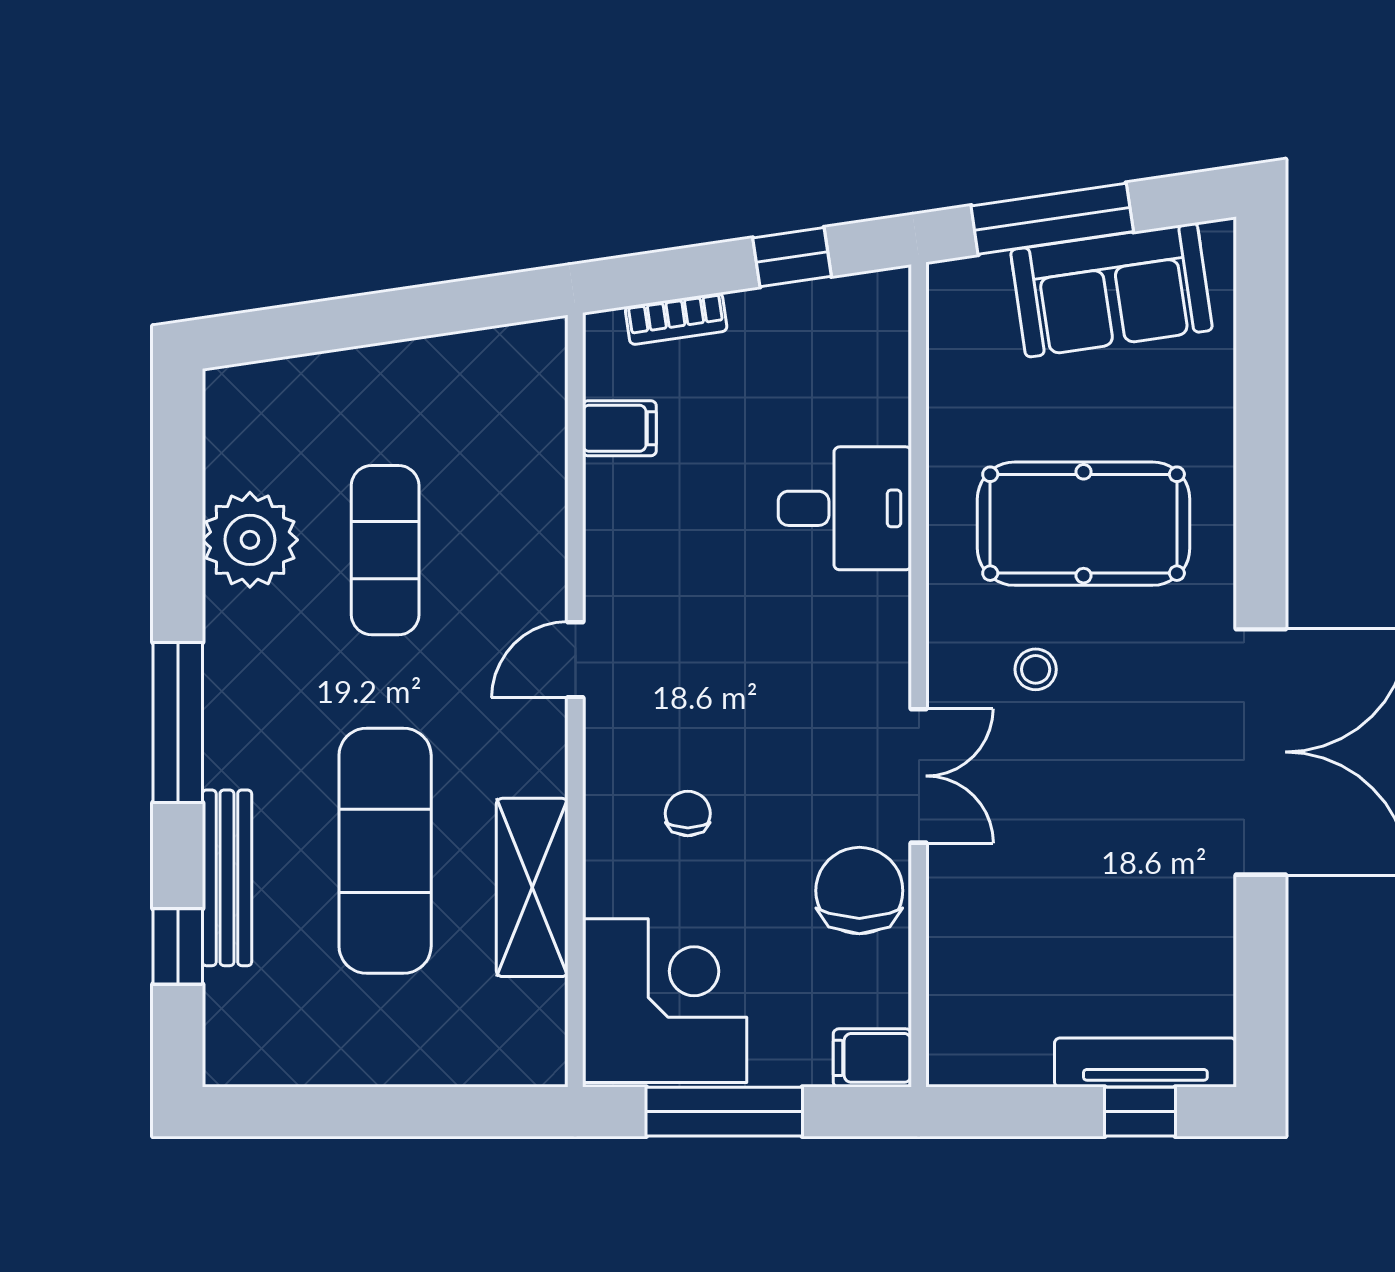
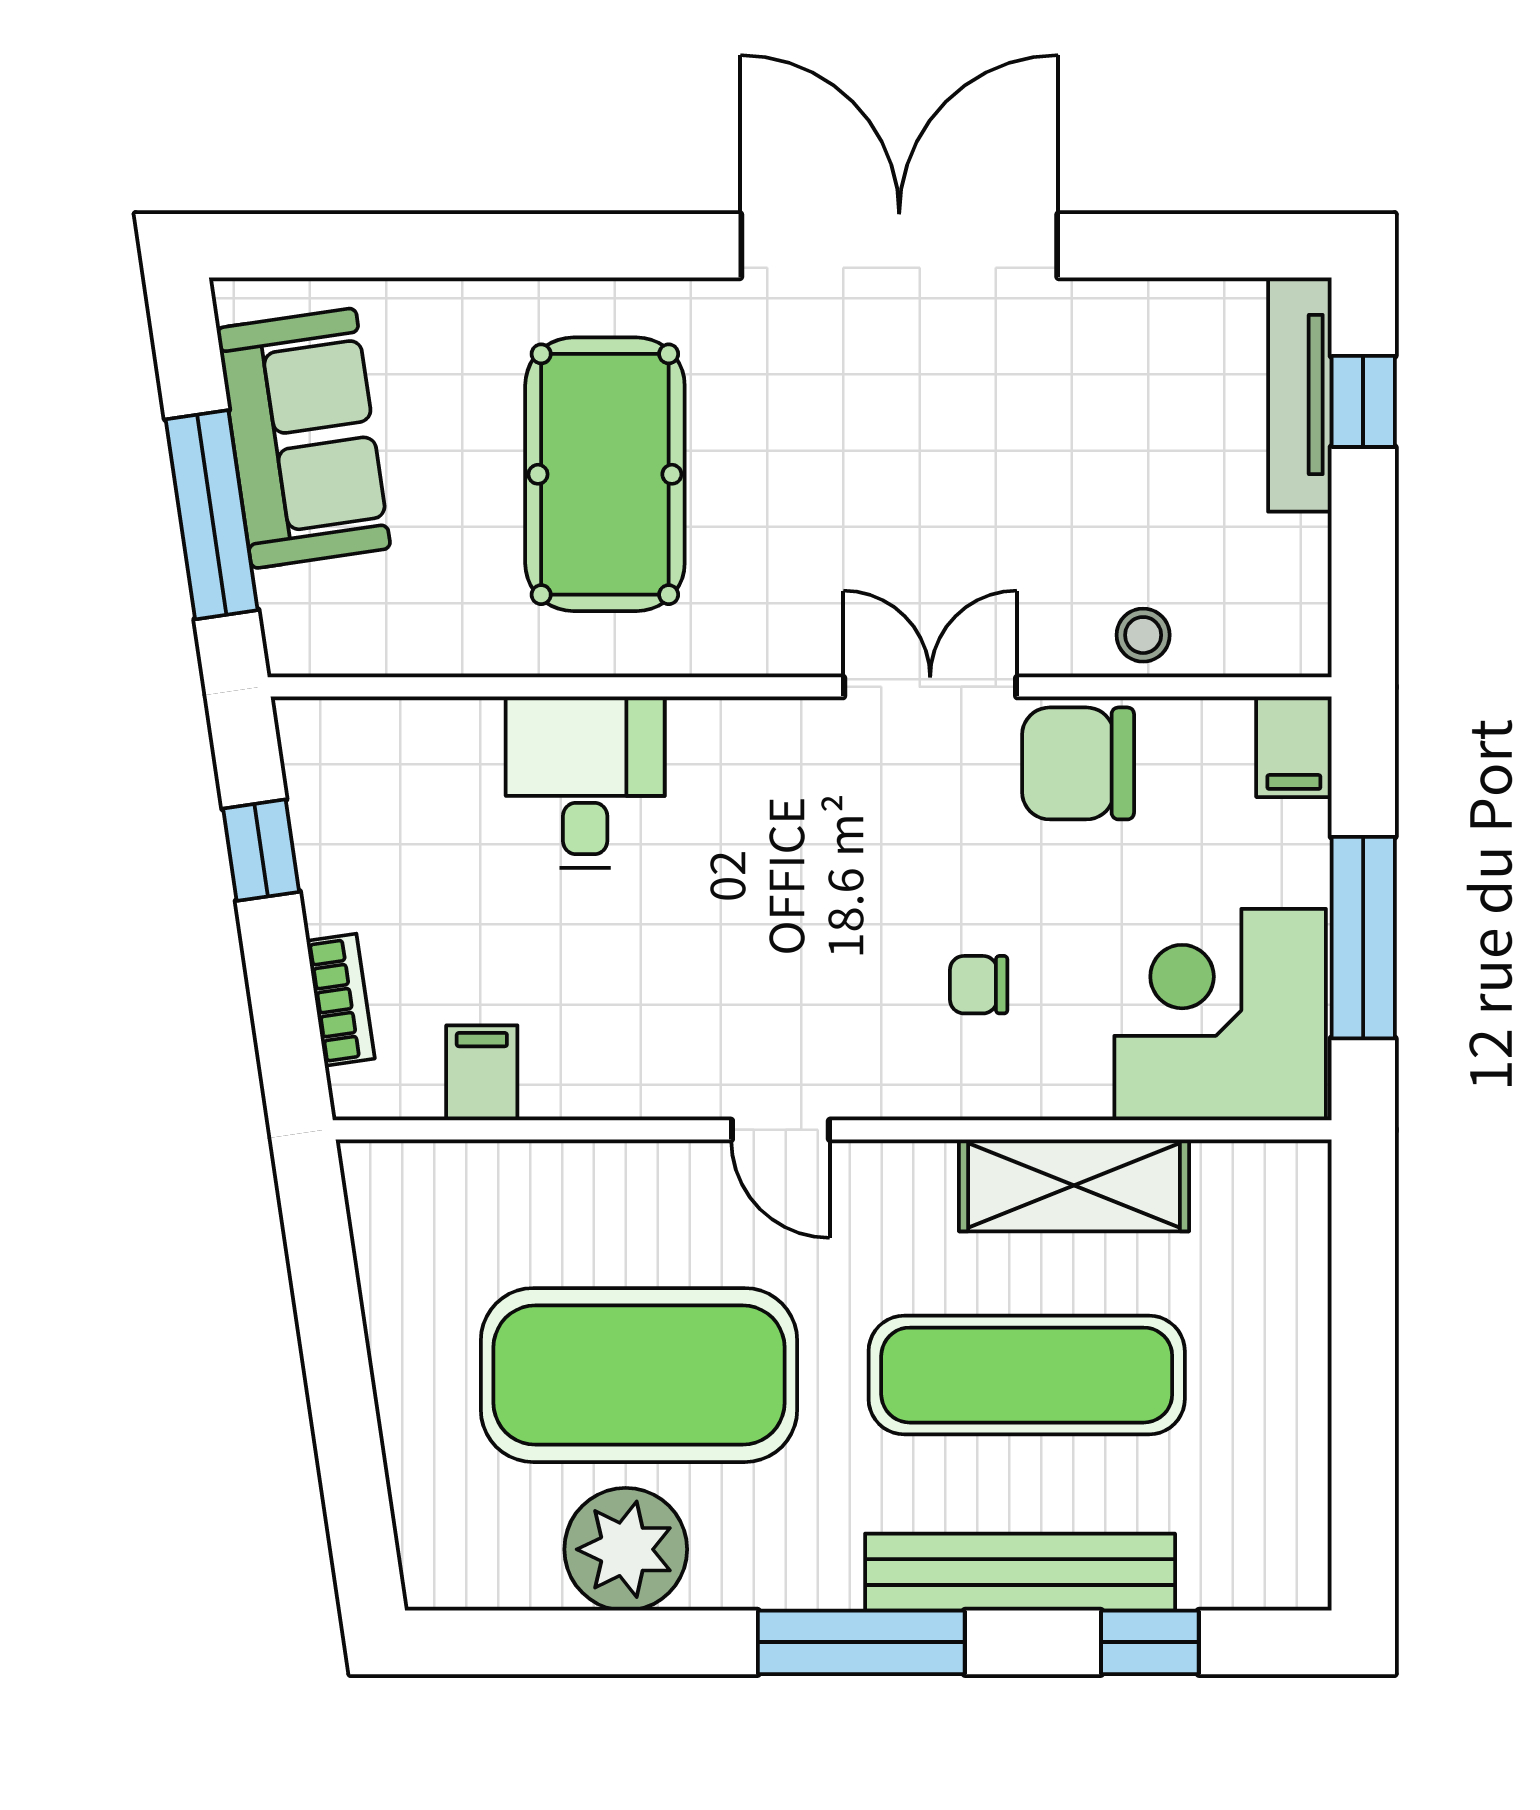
exercise mat: (385, 550) -> (639, 1375), width x2.00, depth x1.45
stool: (1036, 669) -> (1143, 635), moved
bench: (227, 878) -> (1020, 1572), width x1.37, depth x1.21

